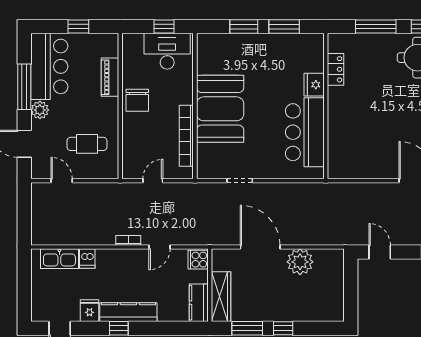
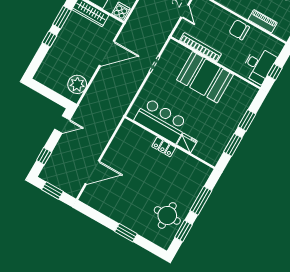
locker: (336, 69) -> (164, 147), moved
plant: (300, 262) -> (77, 84), moved

